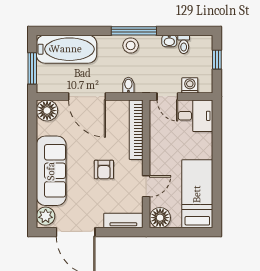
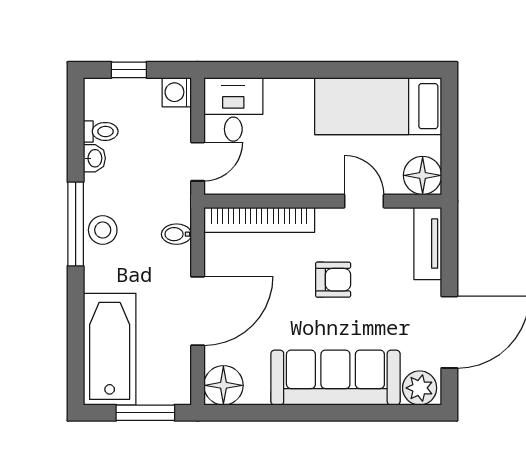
washing machine: (190, 85) -> (177, 92), moved

